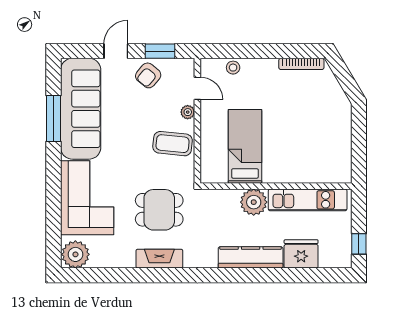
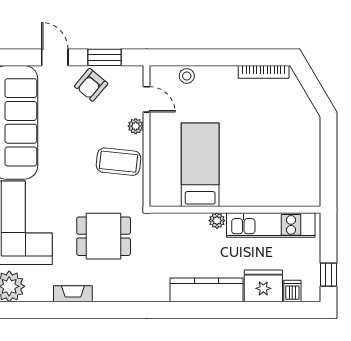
door: (116, 51) -> (55, 57), hinge flipped
plant: (254, 202) -> (217, 221), width x0.53, depth x0.53
fireplace: (159, 259) -> (73, 294), moved, width x0.73, depth x0.76
dishwasher: (327, 259) -> (292, 291), added

